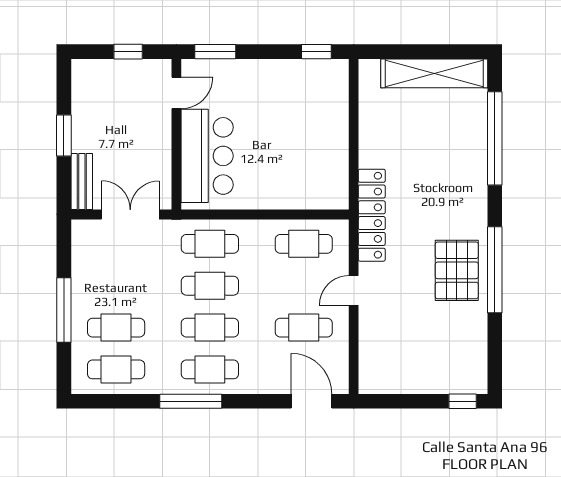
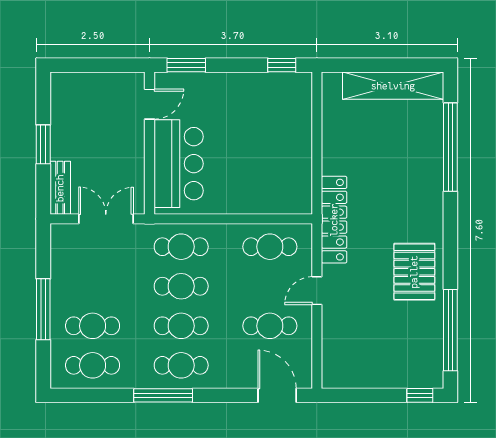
window: (128, 52) -> (104, 65), removed
window: (495, 270) -> (450, 330), moved

